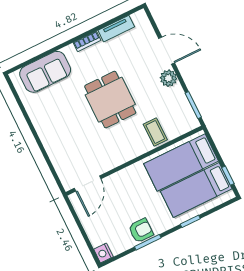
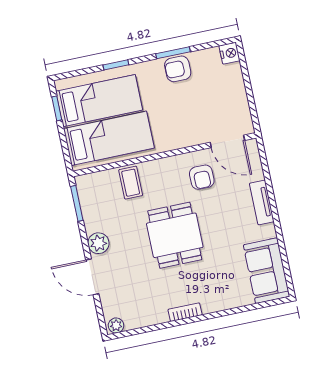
plant: (138, 17) -> (116, 325), added
tv unit: (116, 29) -> (262, 202), moved, turned -90
sofa: (45, 72) -> (267, 271), moved, turned -90
armchair: (101, 150) -> (202, 177), added
door: (88, 184) -> (227, 141), swing flipped

